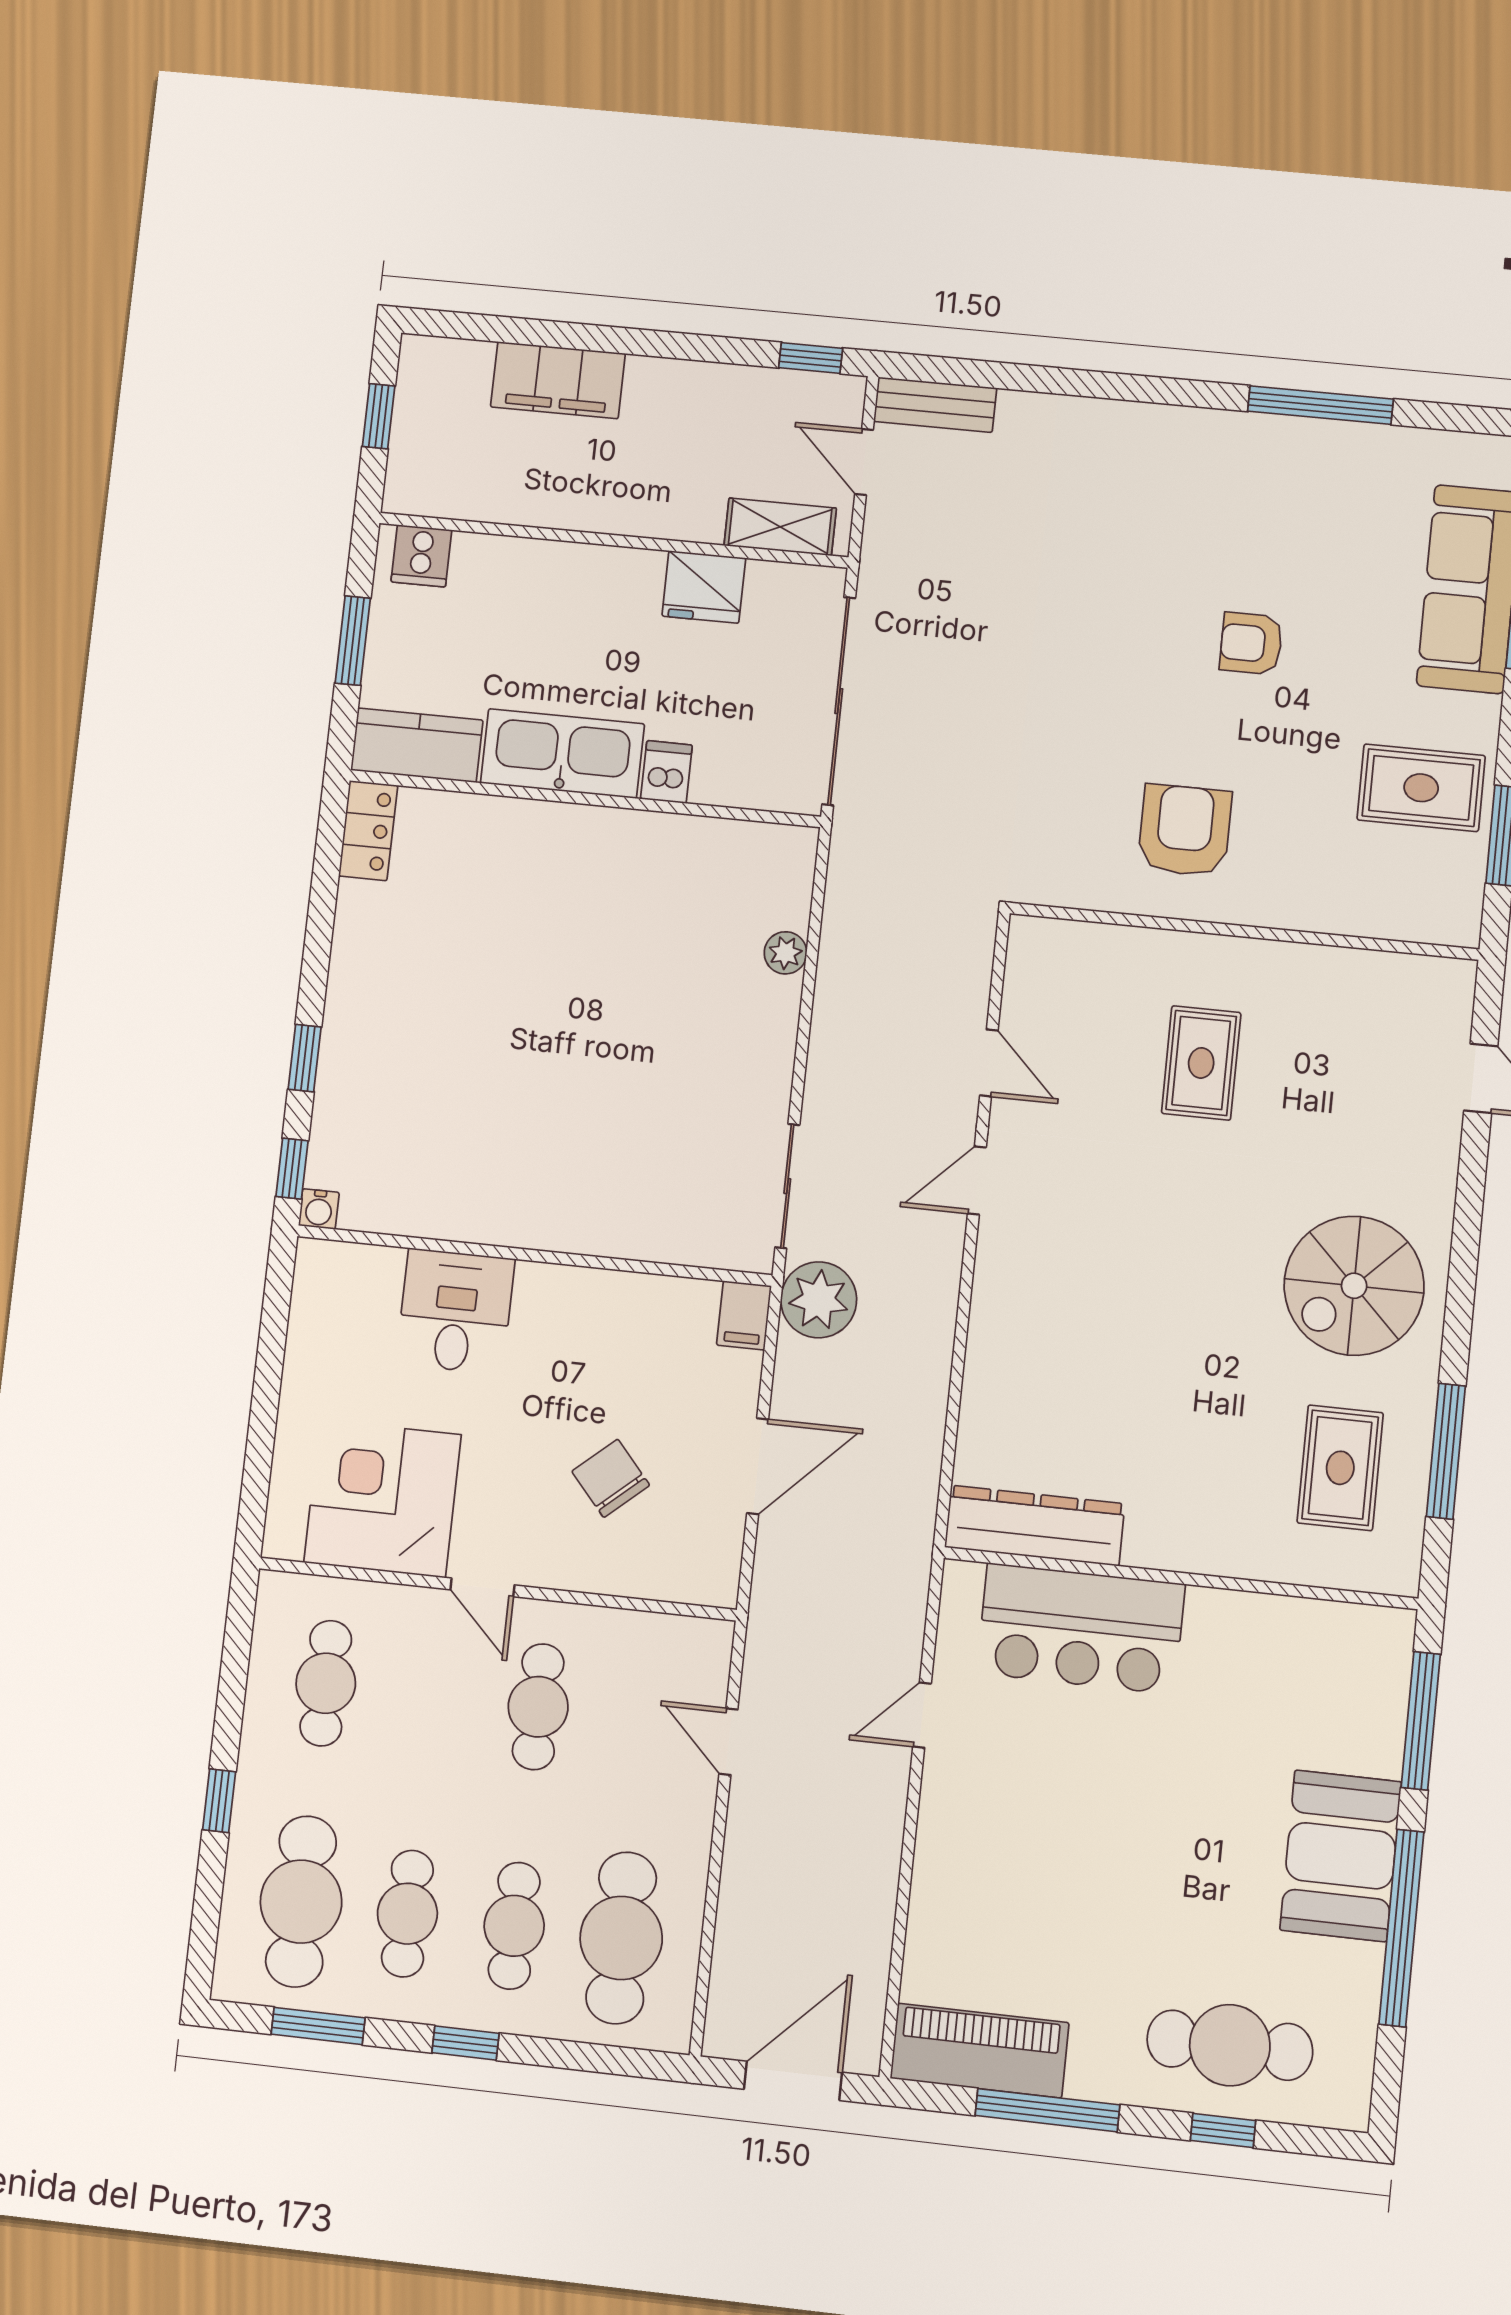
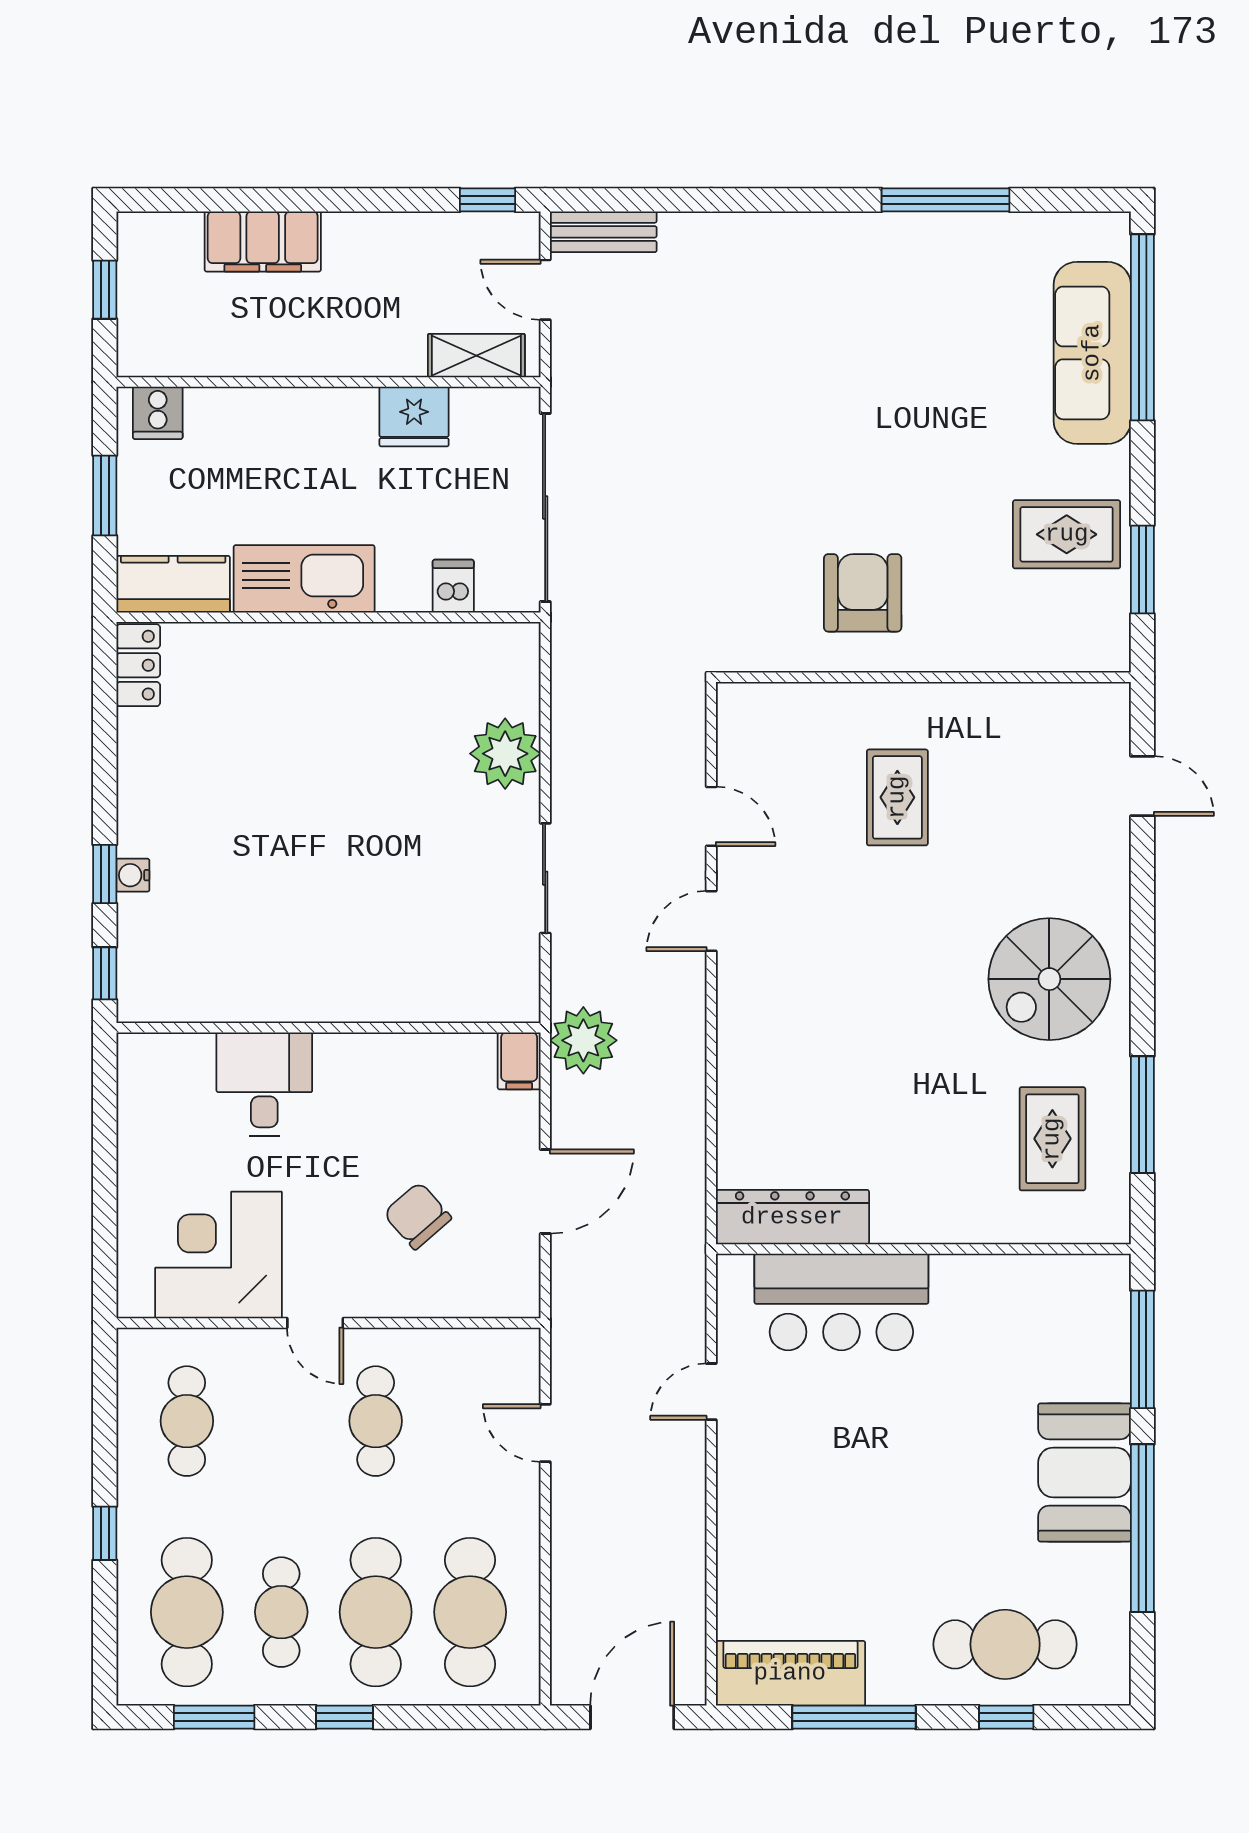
armchair: (1251, 643) -> (905, 420), removed
dishwasher: (666, 772) -> (453, 586), moved
plant: (785, 953) -> (505, 754), width x1.88, depth x1.88
sliding door: (787, 1186) -> (545, 878), moved
water cooler: (319, 1209) -> (133, 875), moved, turned 90
cafe table: (514, 1926) -> (376, 1612), width x1.37, depth x1.35

